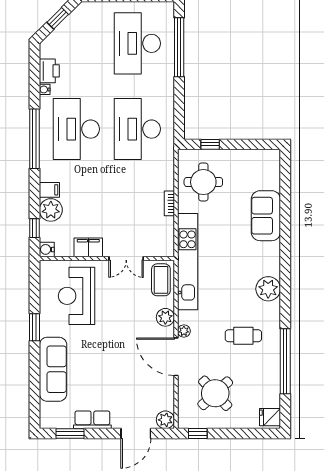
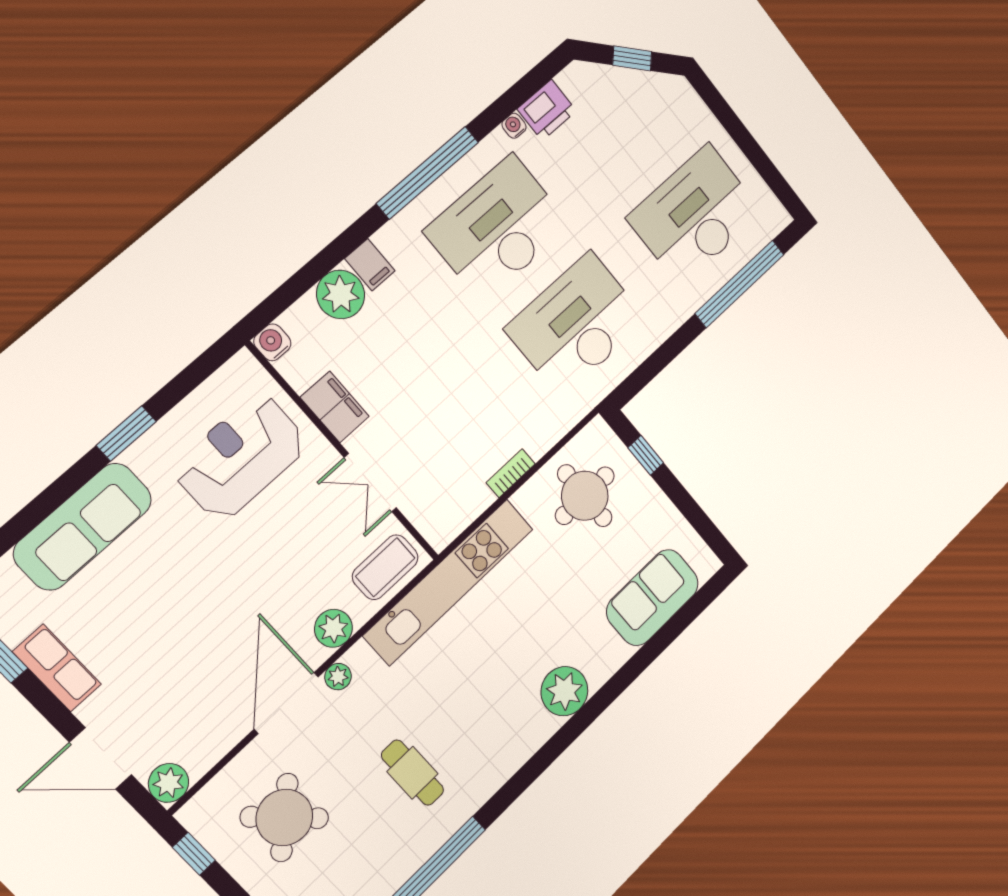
sofa: (266, 216) -> (653, 598), moved
window: (35, 228) -> (289, 293), removed
plant: (268, 289) -> (564, 691), moved

